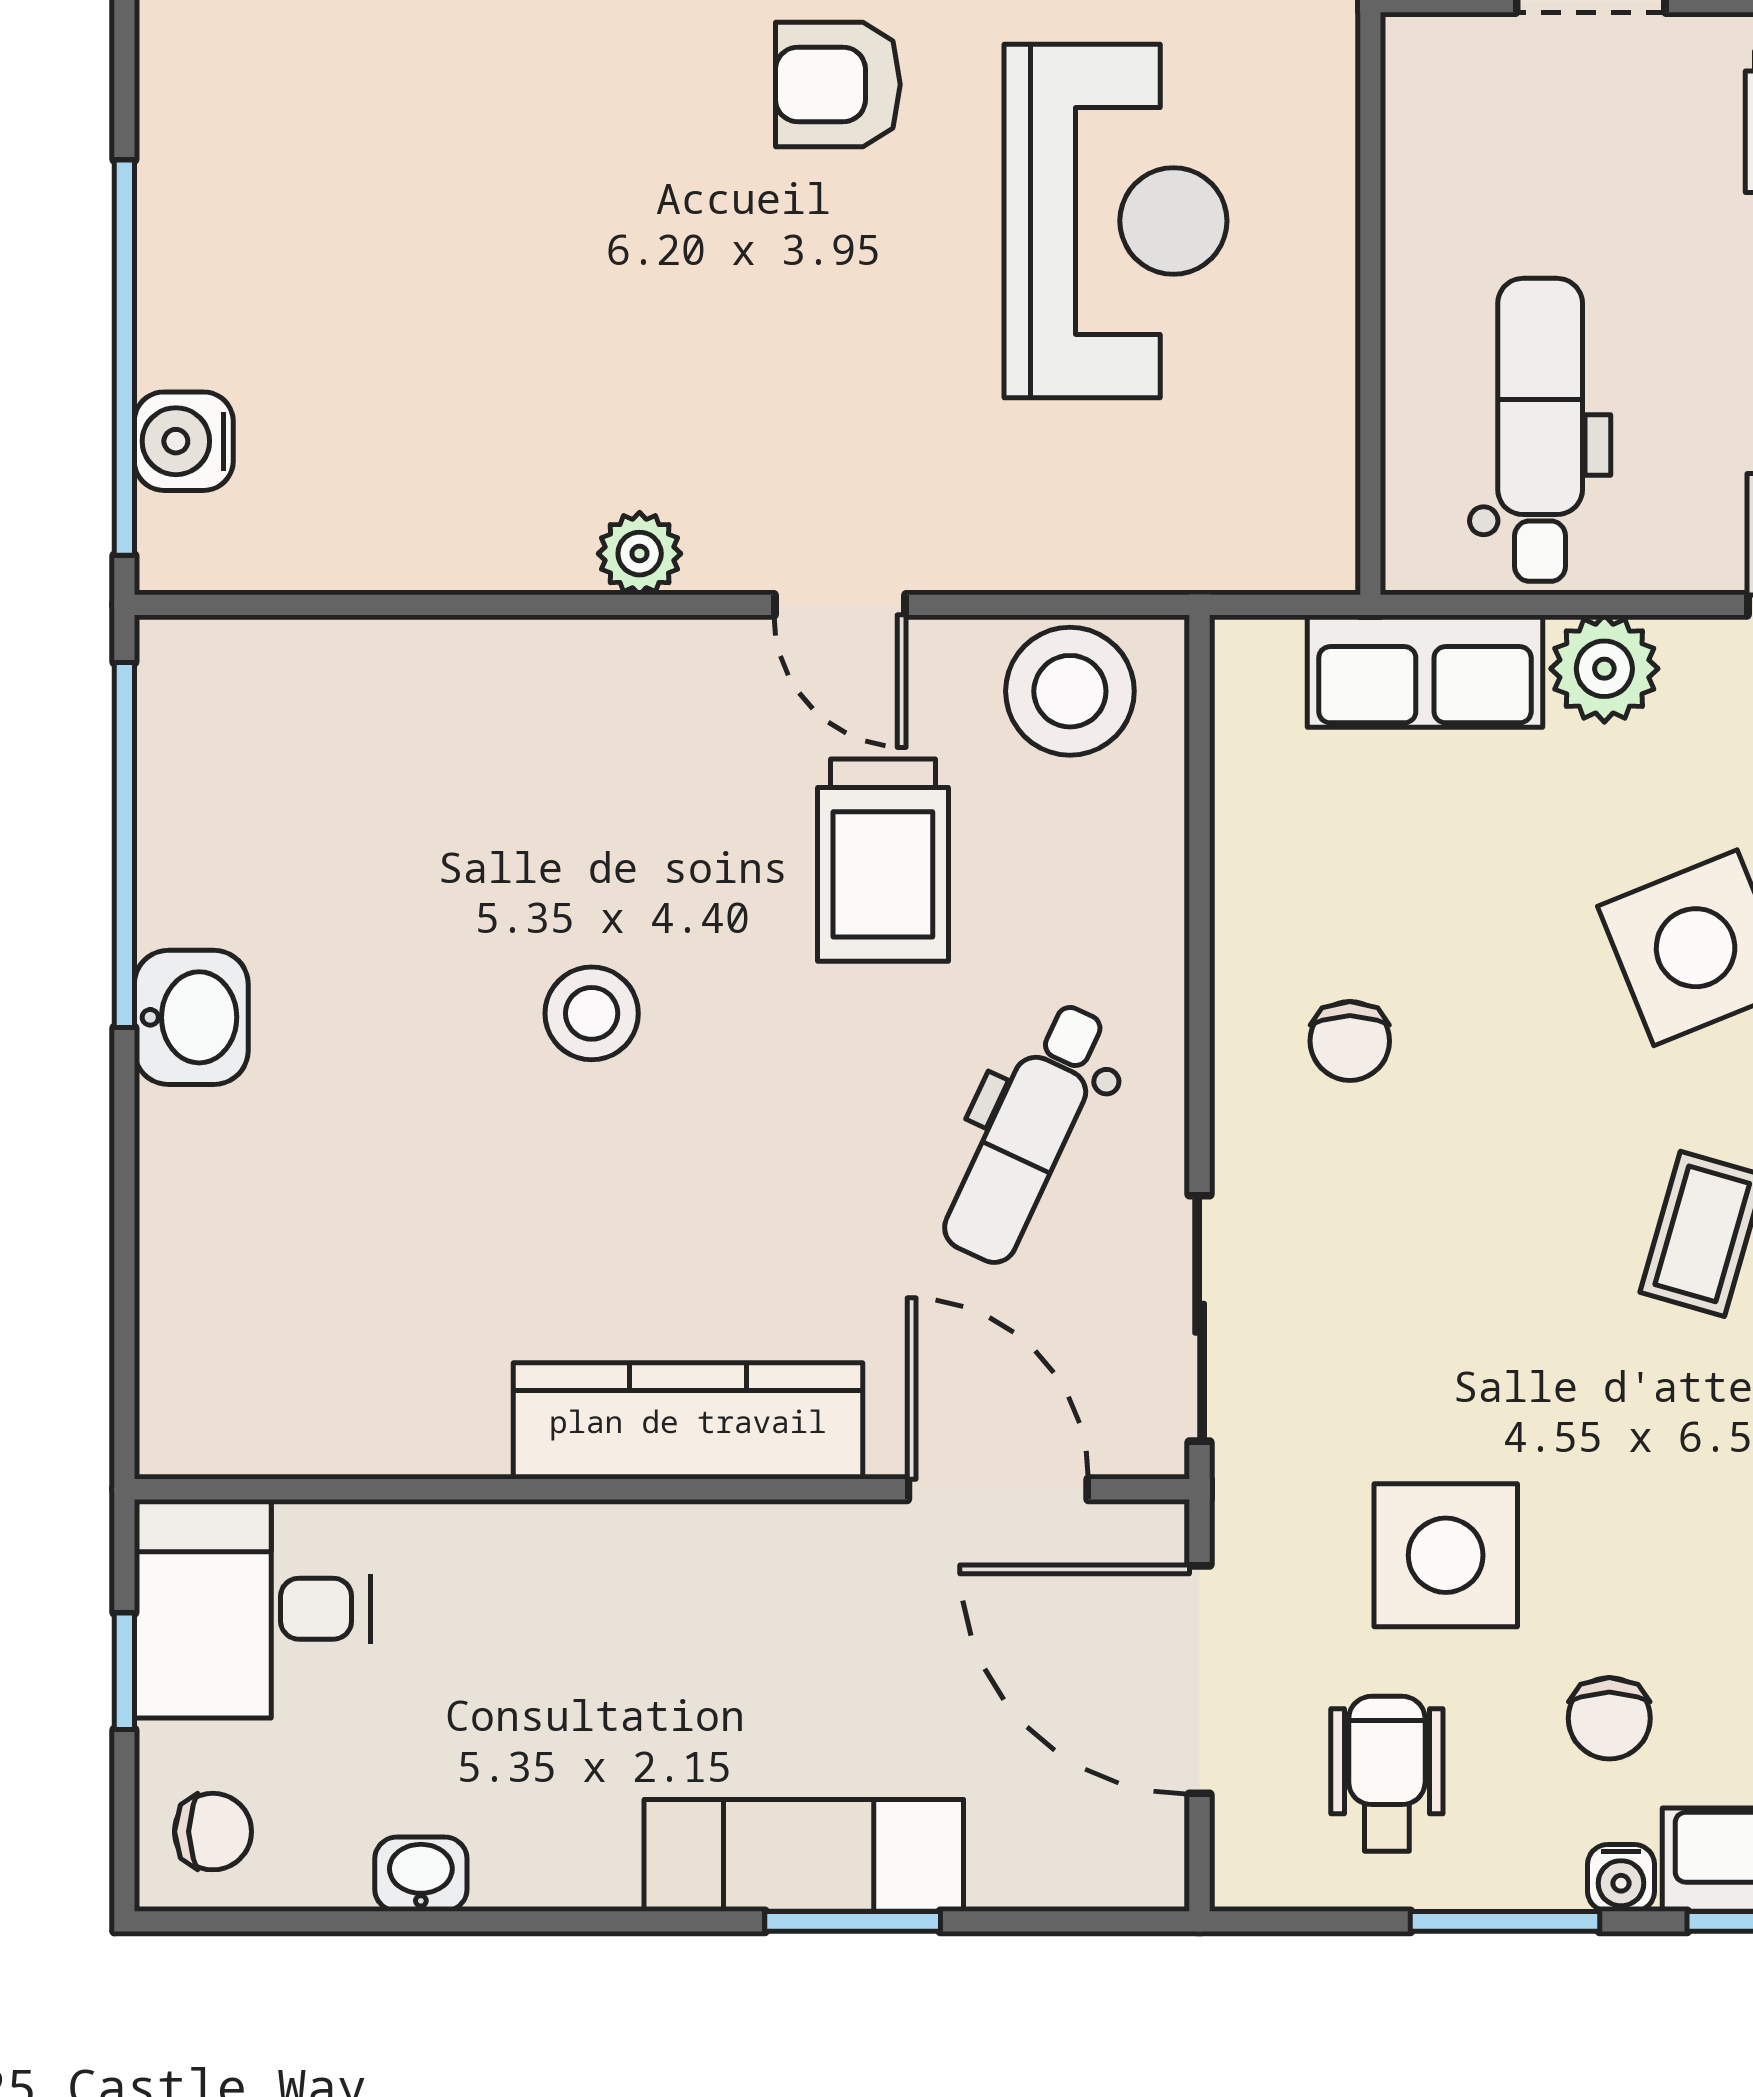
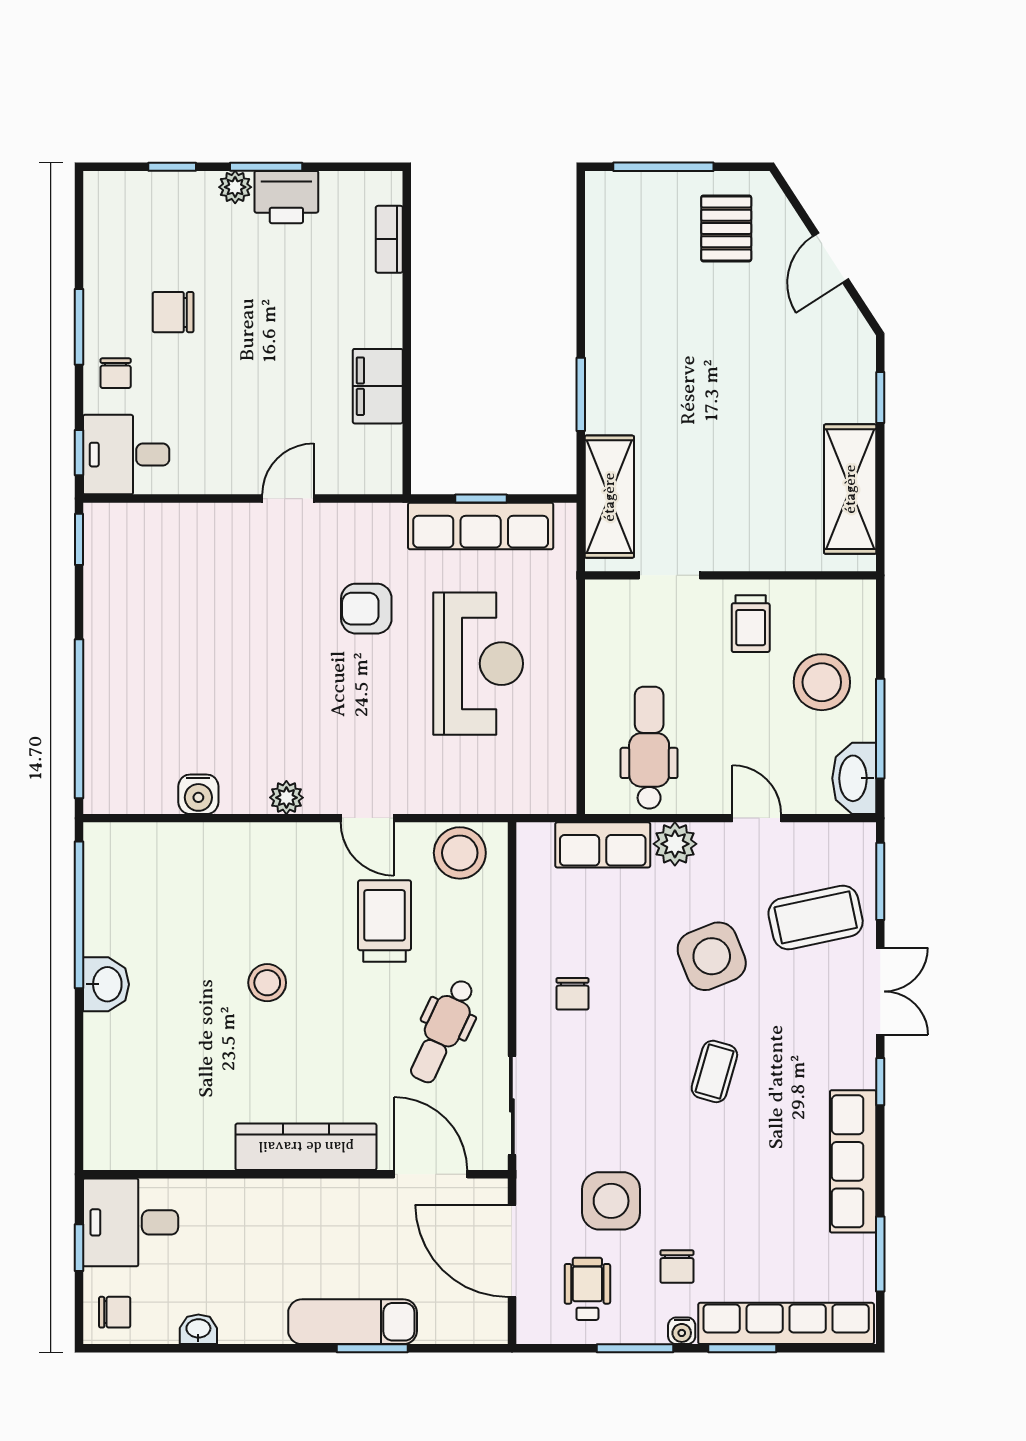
water cooler: (184, 441) -> (198, 794), moved, turned -90
trolley: (883, 860) -> (385, 921), turned 180

